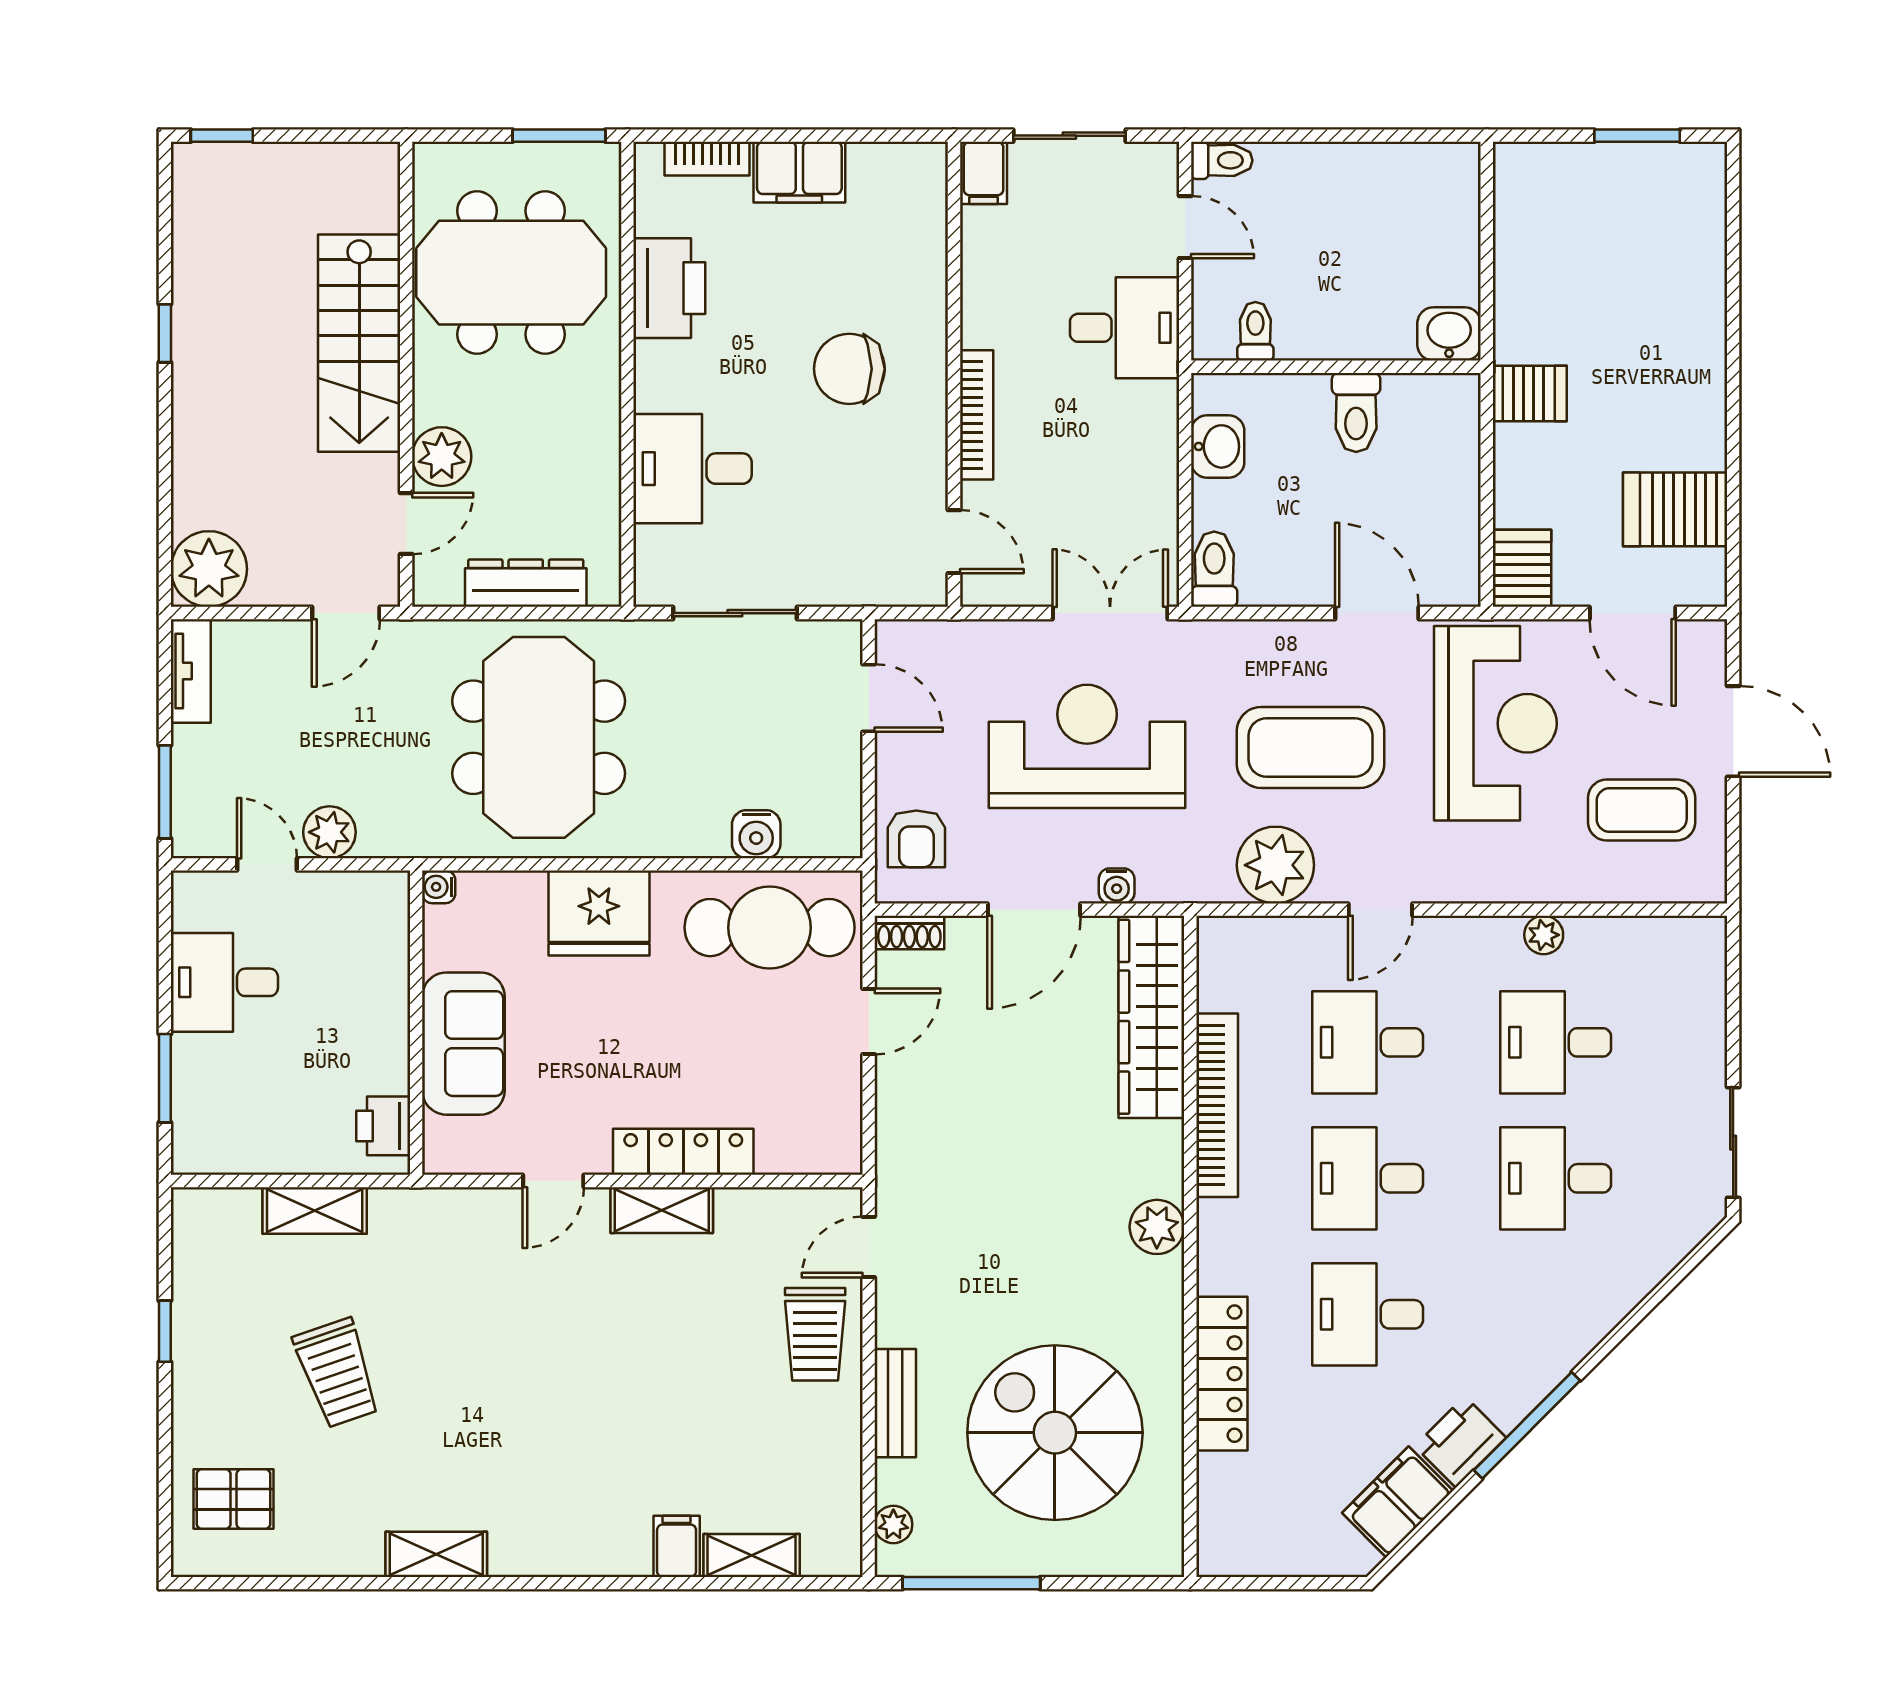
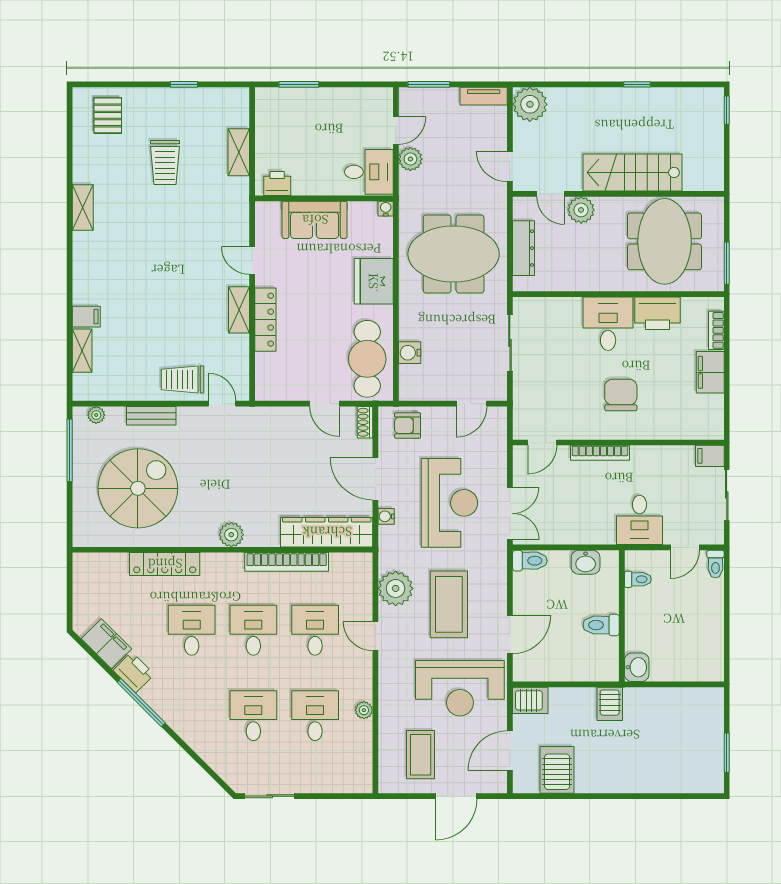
desk: (692, 469) -> (608, 324), moved
desk: (224, 982) -> (369, 172), moved, turned 90
trolley: (337, 1373) -> (165, 162), turned -71

